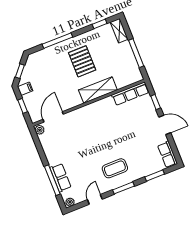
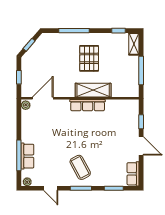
filing cabinet: (25, 89) -> (27, 63), removed
row of seats: (130, 94) -> (88, 105), moved
coffee table: (115, 168) -> (80, 167), turned 62
door: (95, 199) -> (51, 188), swing flipped

